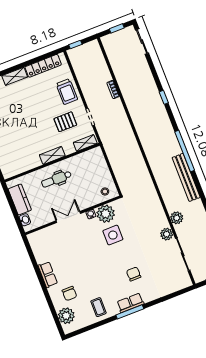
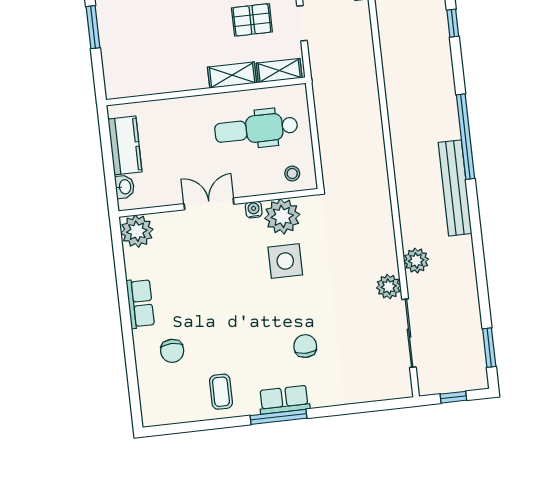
shelving: (52, 155) -> (232, 75), moved
dental chair: (56, 179) -> (256, 129), moved, width x1.36, depth x1.38
plant: (66, 316) -> (137, 231), moved

